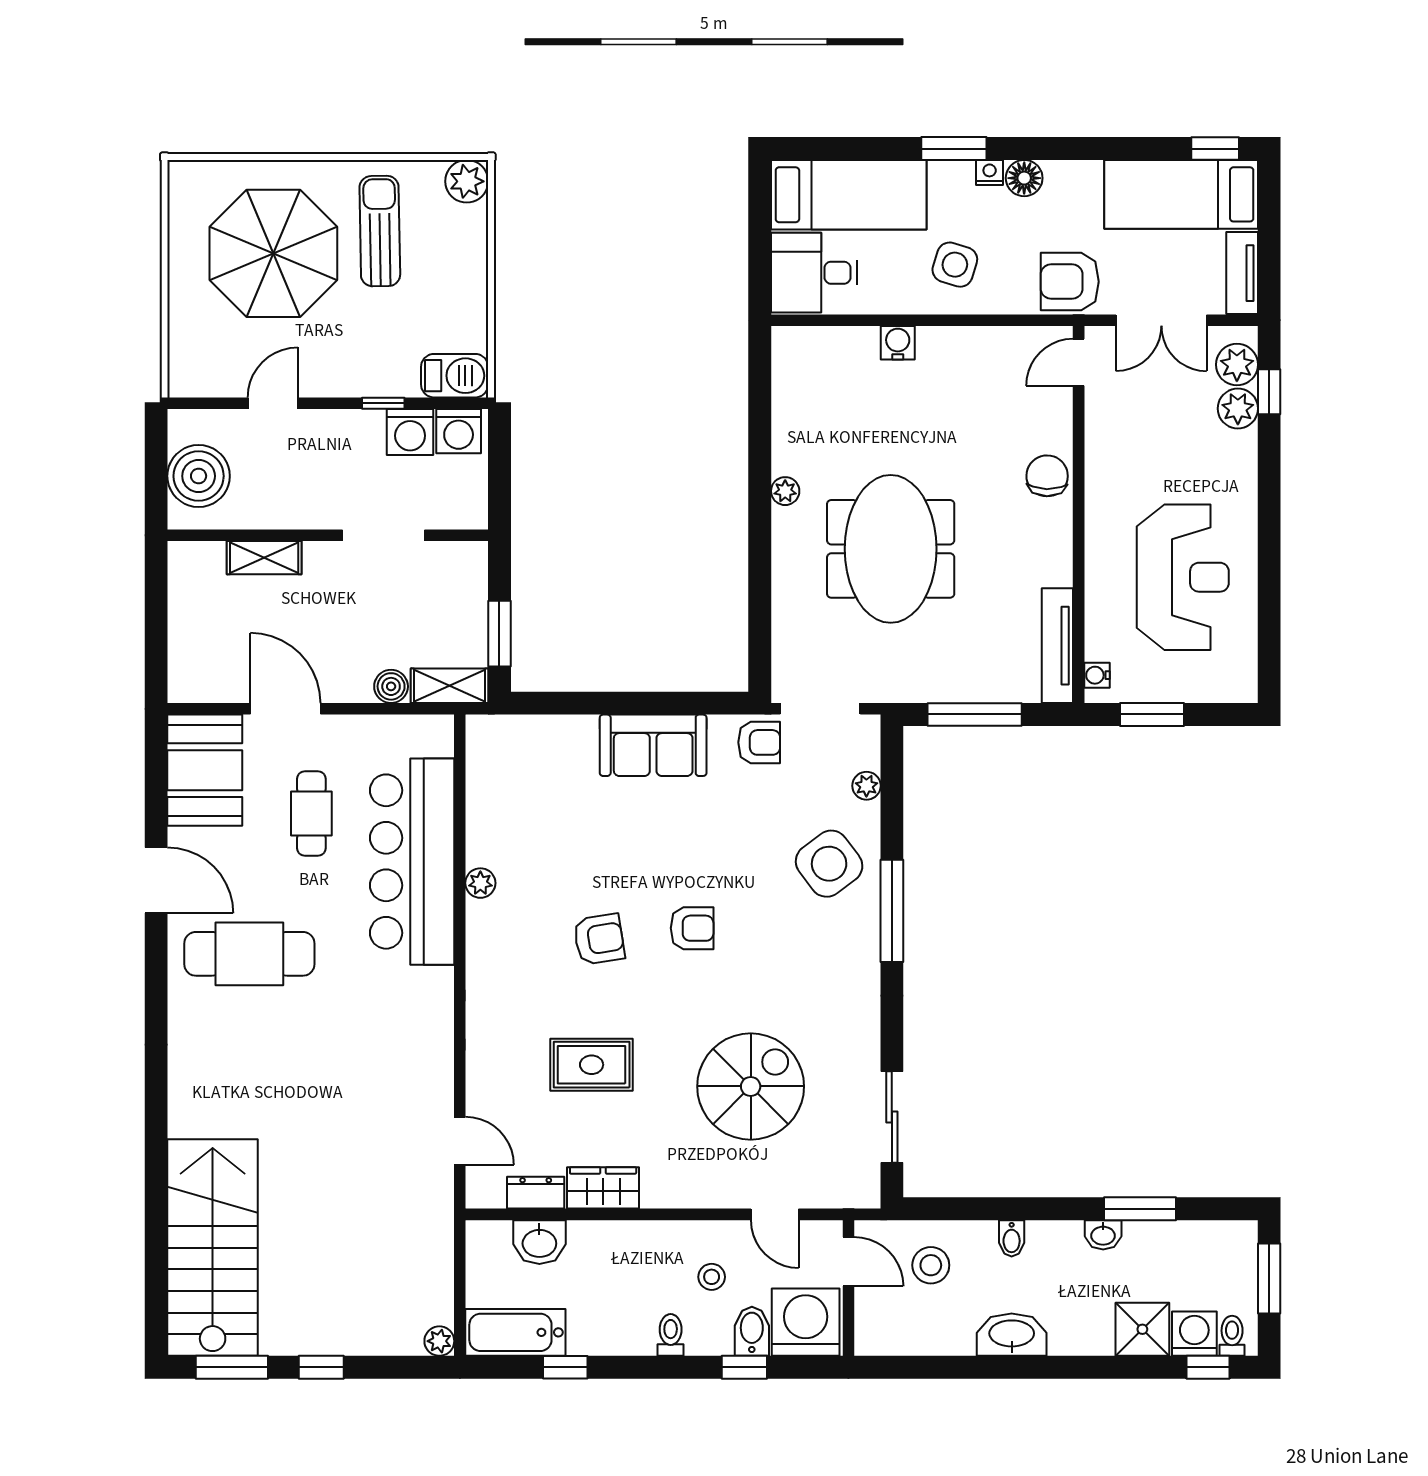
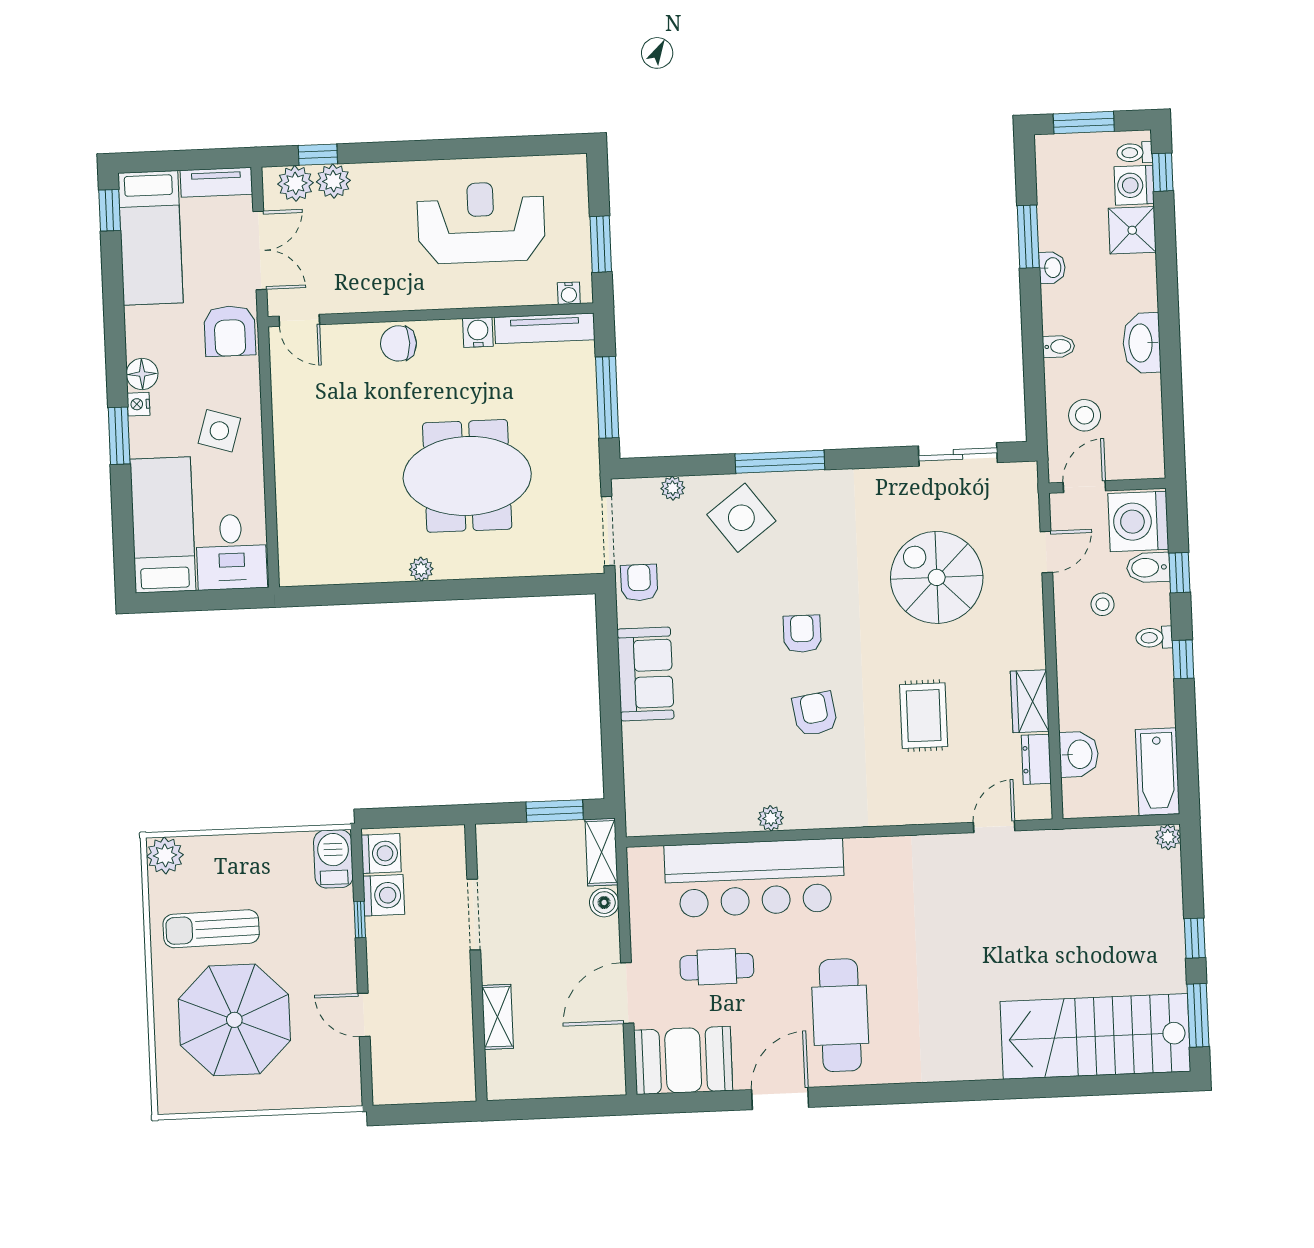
water cooler: (898, 343) -> (478, 332), moved, turned 90
boiler: (199, 476) -> (429, 1076), removed
window: (565, 1367) -> (1183, 659), moved

